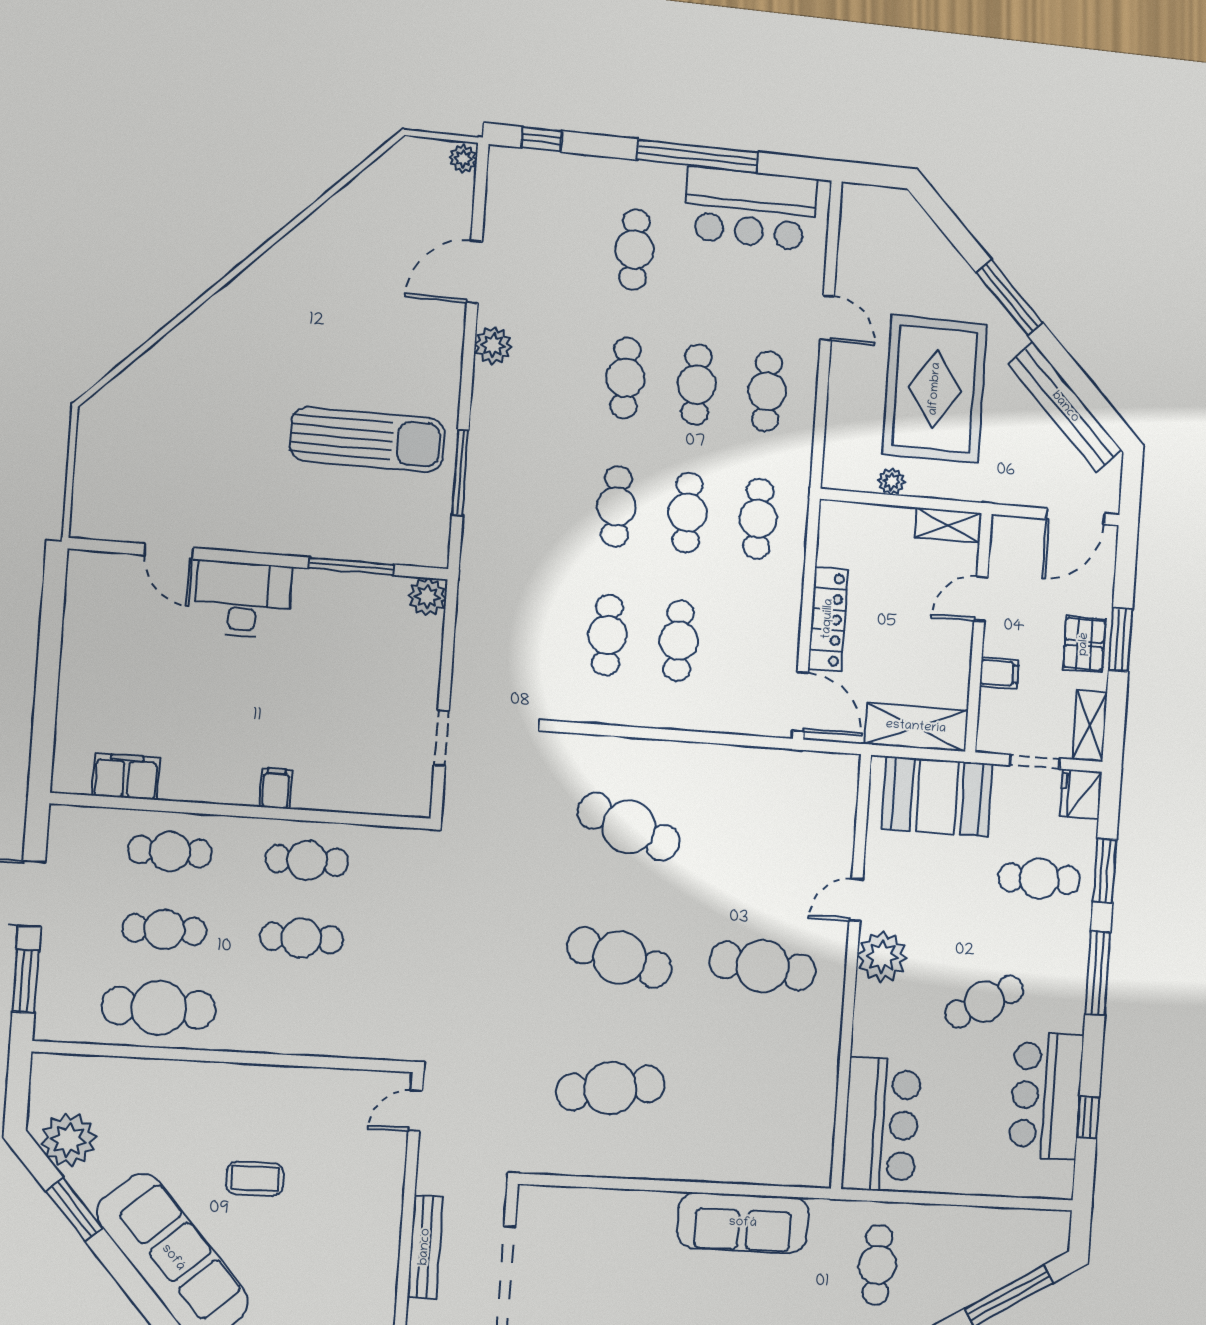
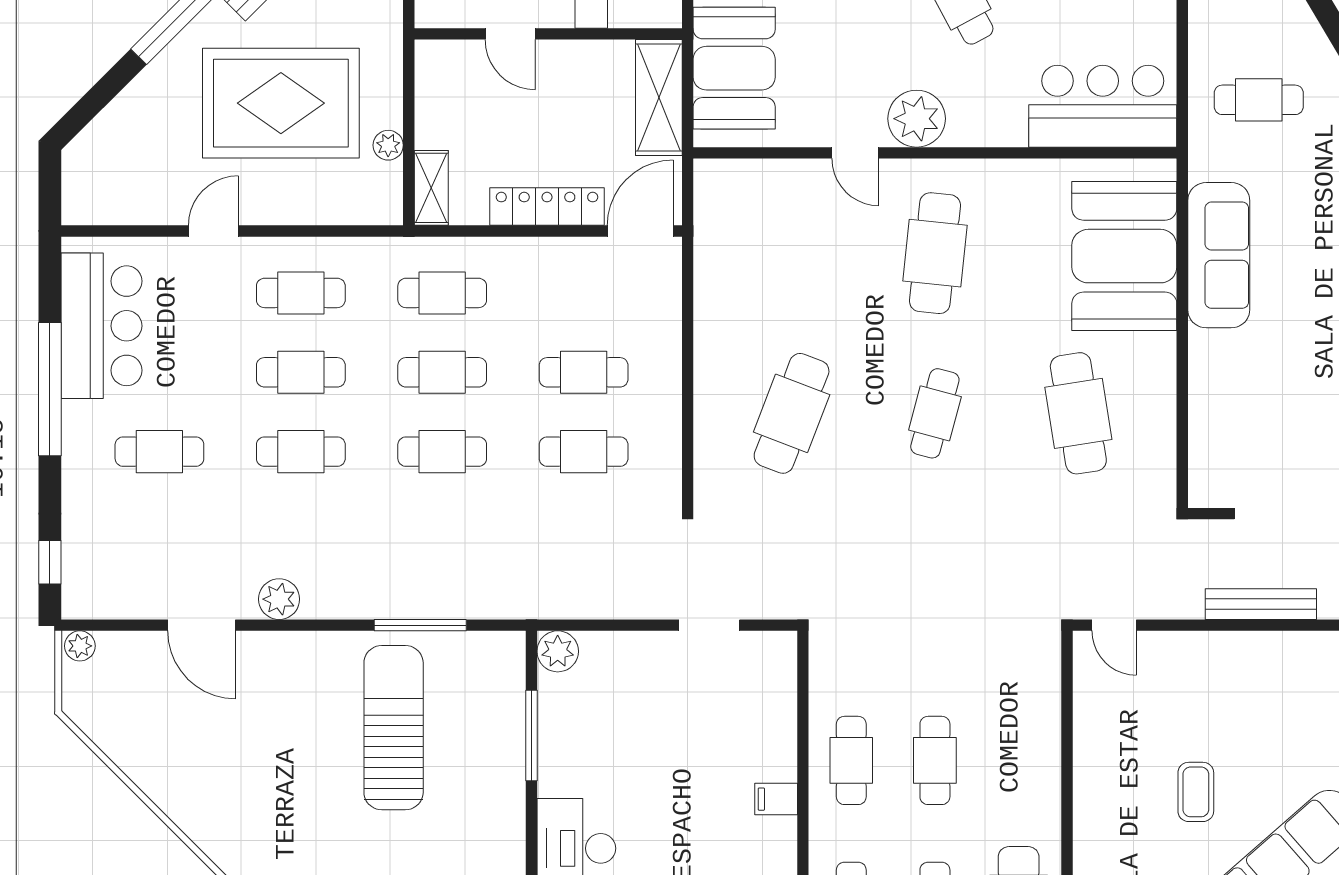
shelving: (948, 525) -> (431, 188), moved
cafe table: (620, 957) -> (935, 413), width x0.73, depth x0.74
booth: (748, 1137) -> (1124, 256), added

